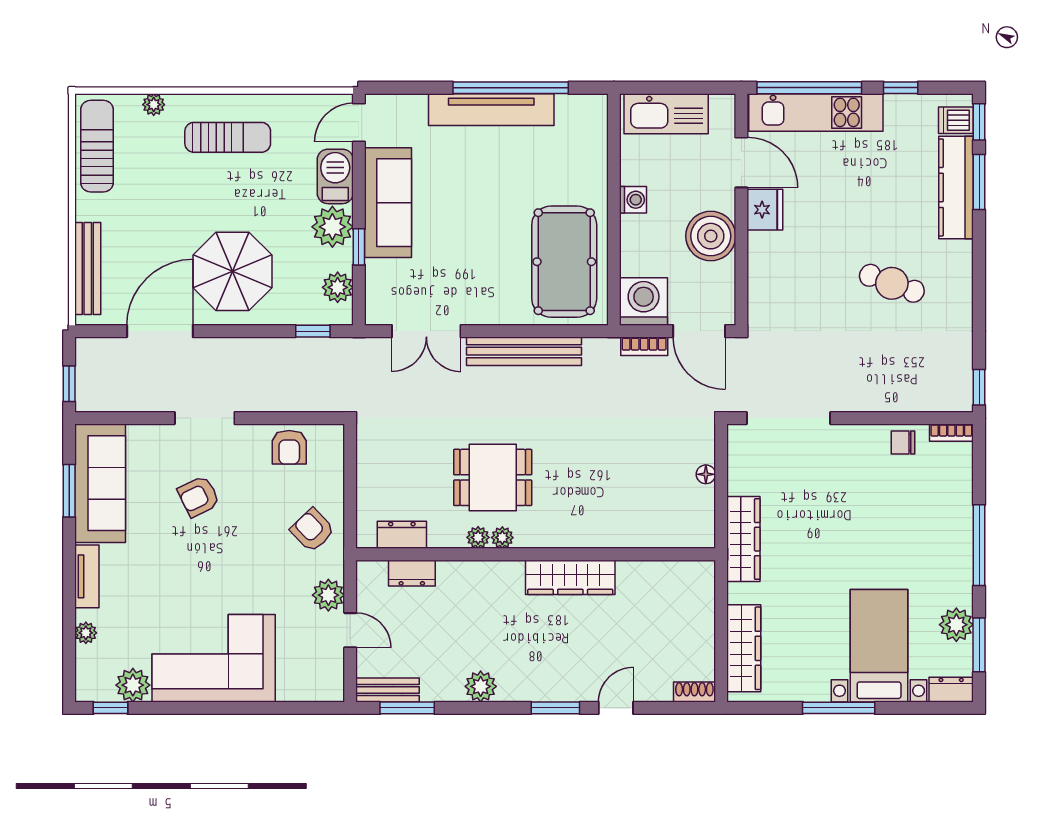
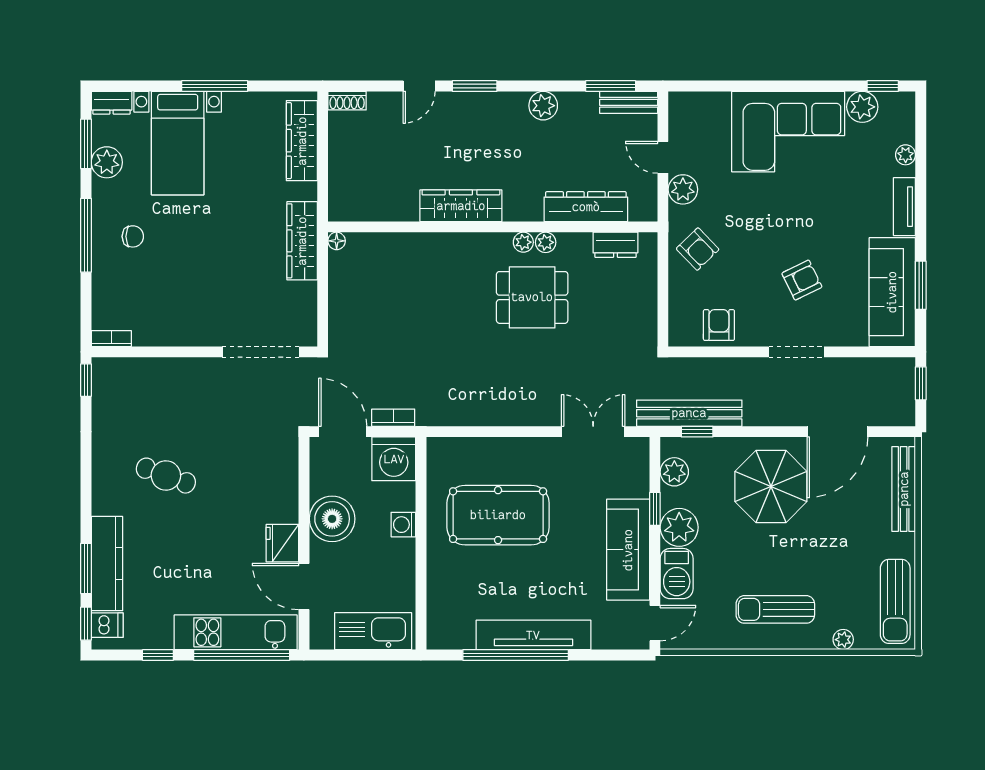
washing machine: (633, 200) -> (403, 525), moved
pool table: (564, 262) -> (498, 515), moved, turned 90
bench: (524, 351) -> (689, 413), moved
chair: (903, 443) -> (133, 236), moved
floor lamp: (706, 474) -> (337, 241), moved
dresser: (412, 573) -> (586, 207), width x1.96, depth x1.24

